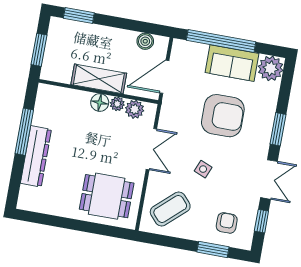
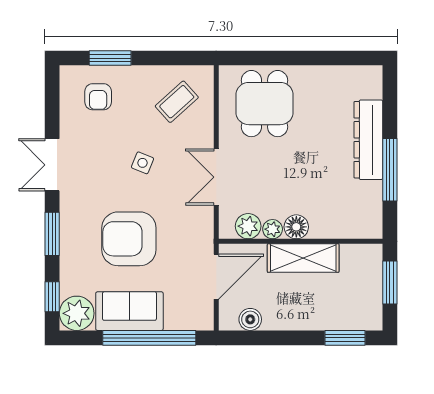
dining table: (107, 196) -> (265, 104), turned 90
coffee table: (170, 209) -> (177, 102), width x0.73, depth x0.77
window: (261, 221) -> (52, 297), moved

